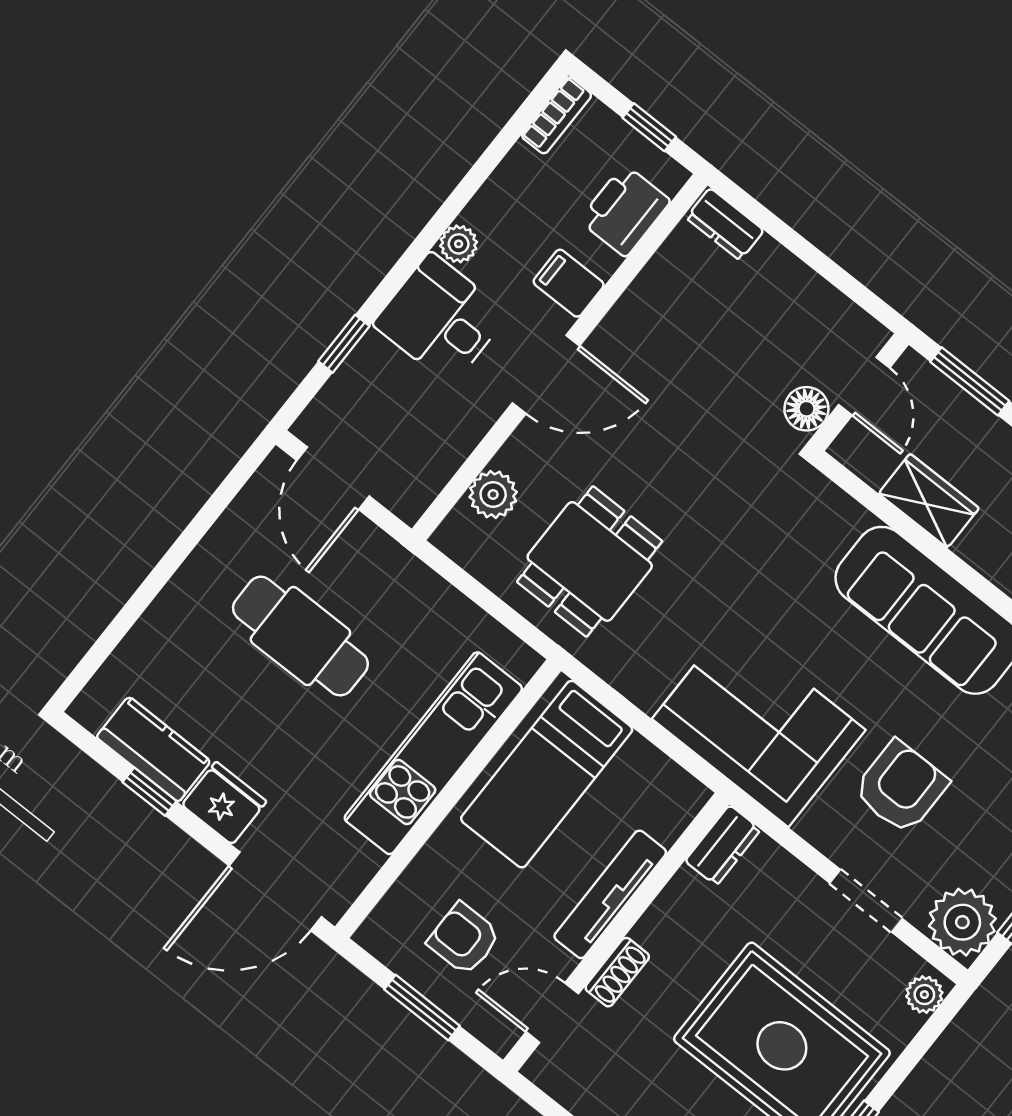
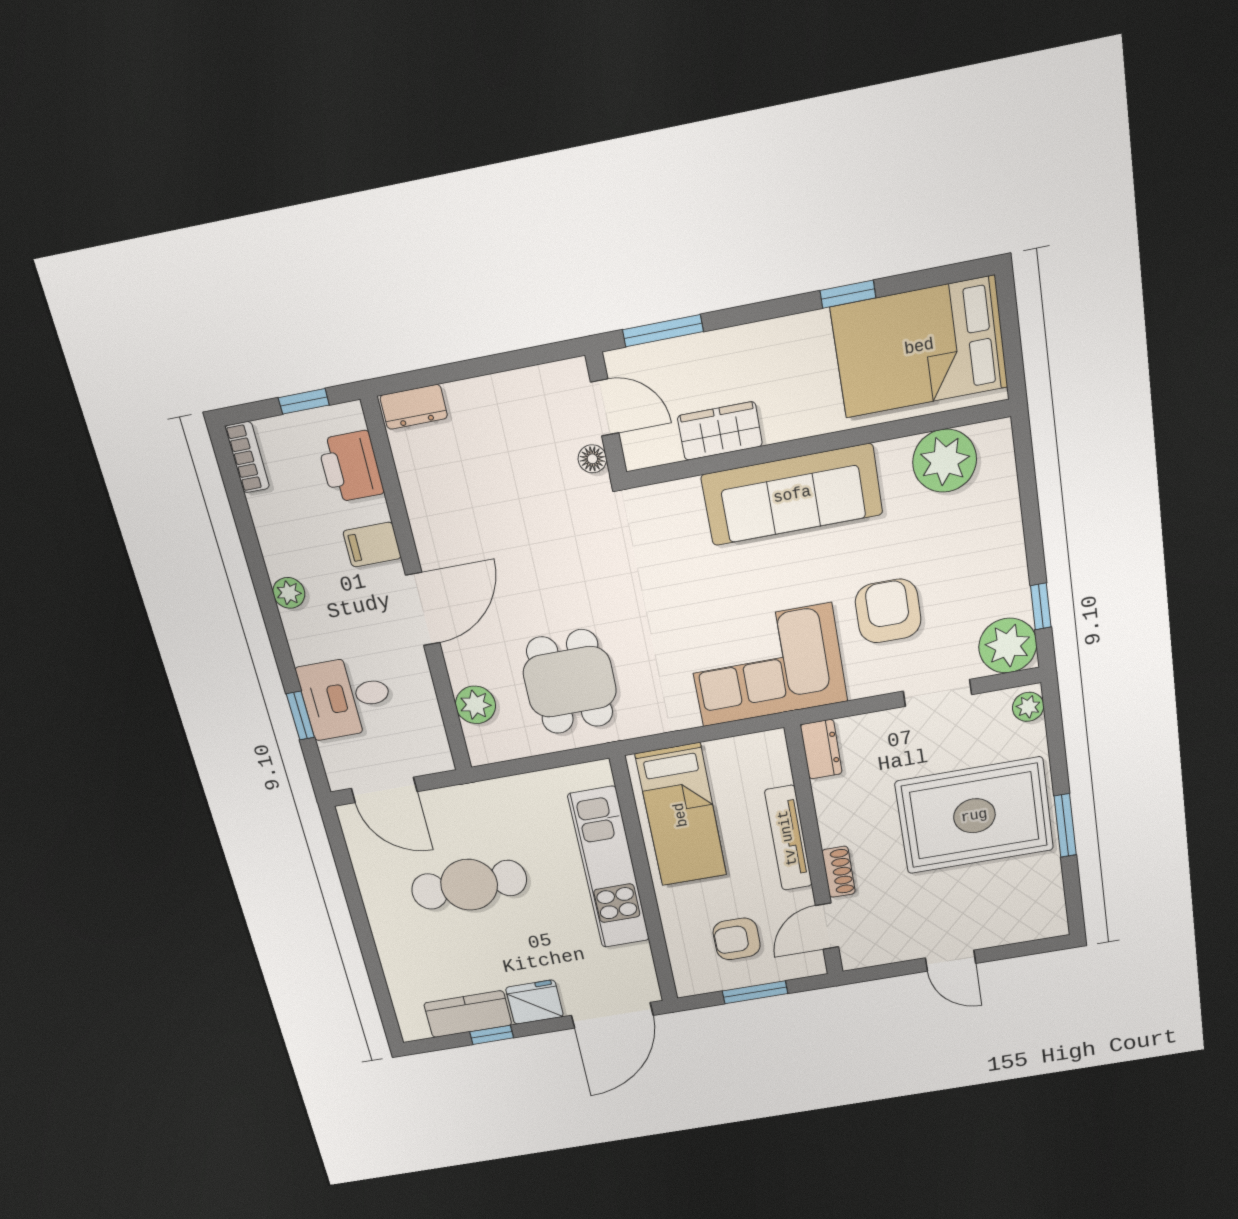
desk: (441, 319) -> (346, 697), moved
floor lamp: (806, 409) -> (592, 459), width x0.73, depth x0.73

